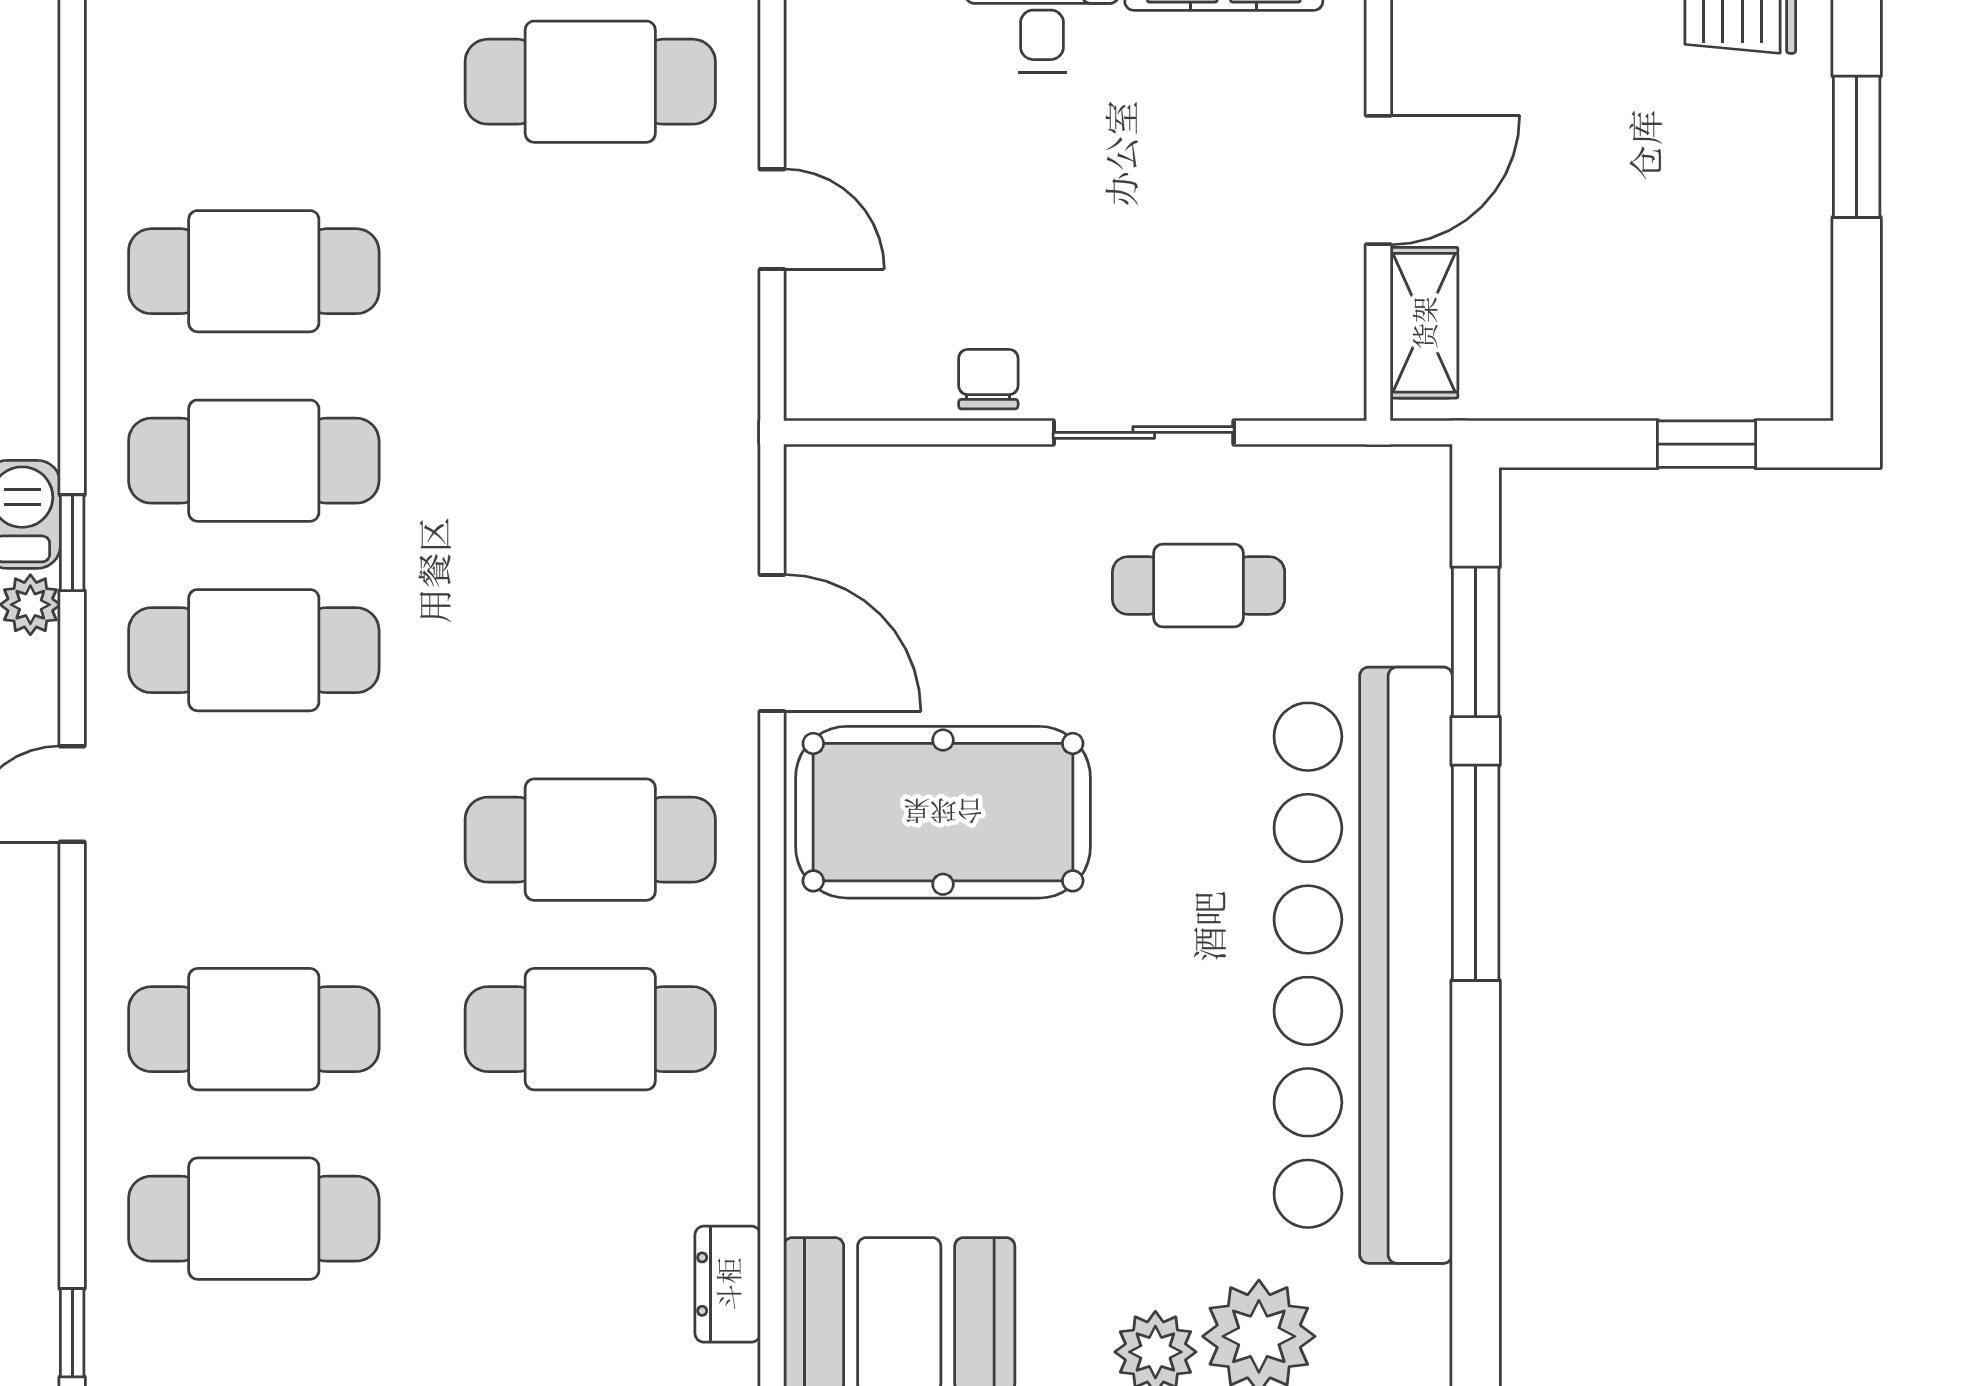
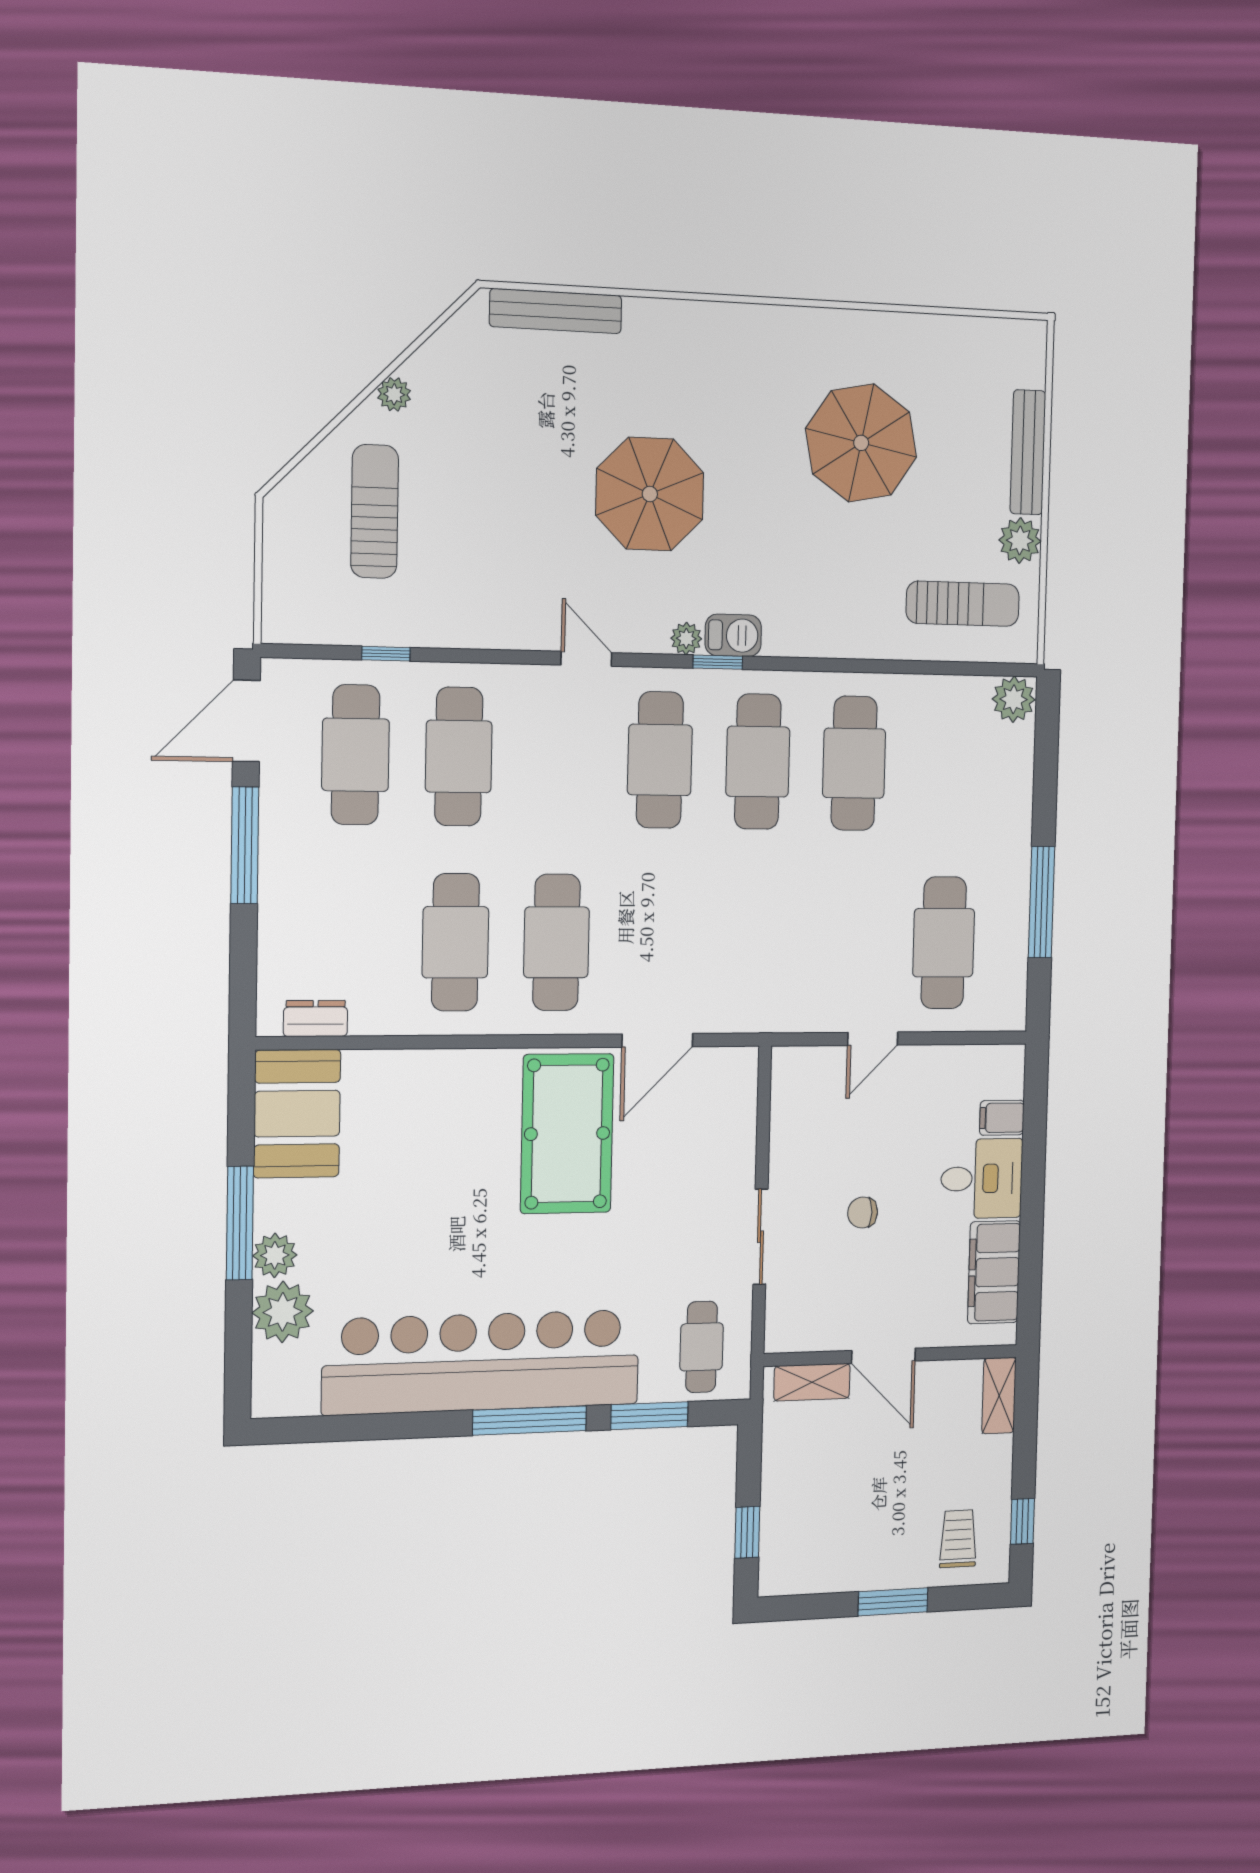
chair: (988, 379) -> (863, 1212), moved, turned 180
cafe table: (1199, 585) -> (702, 1347), moved
window: (72, 1333) -> (386, 654), moved

